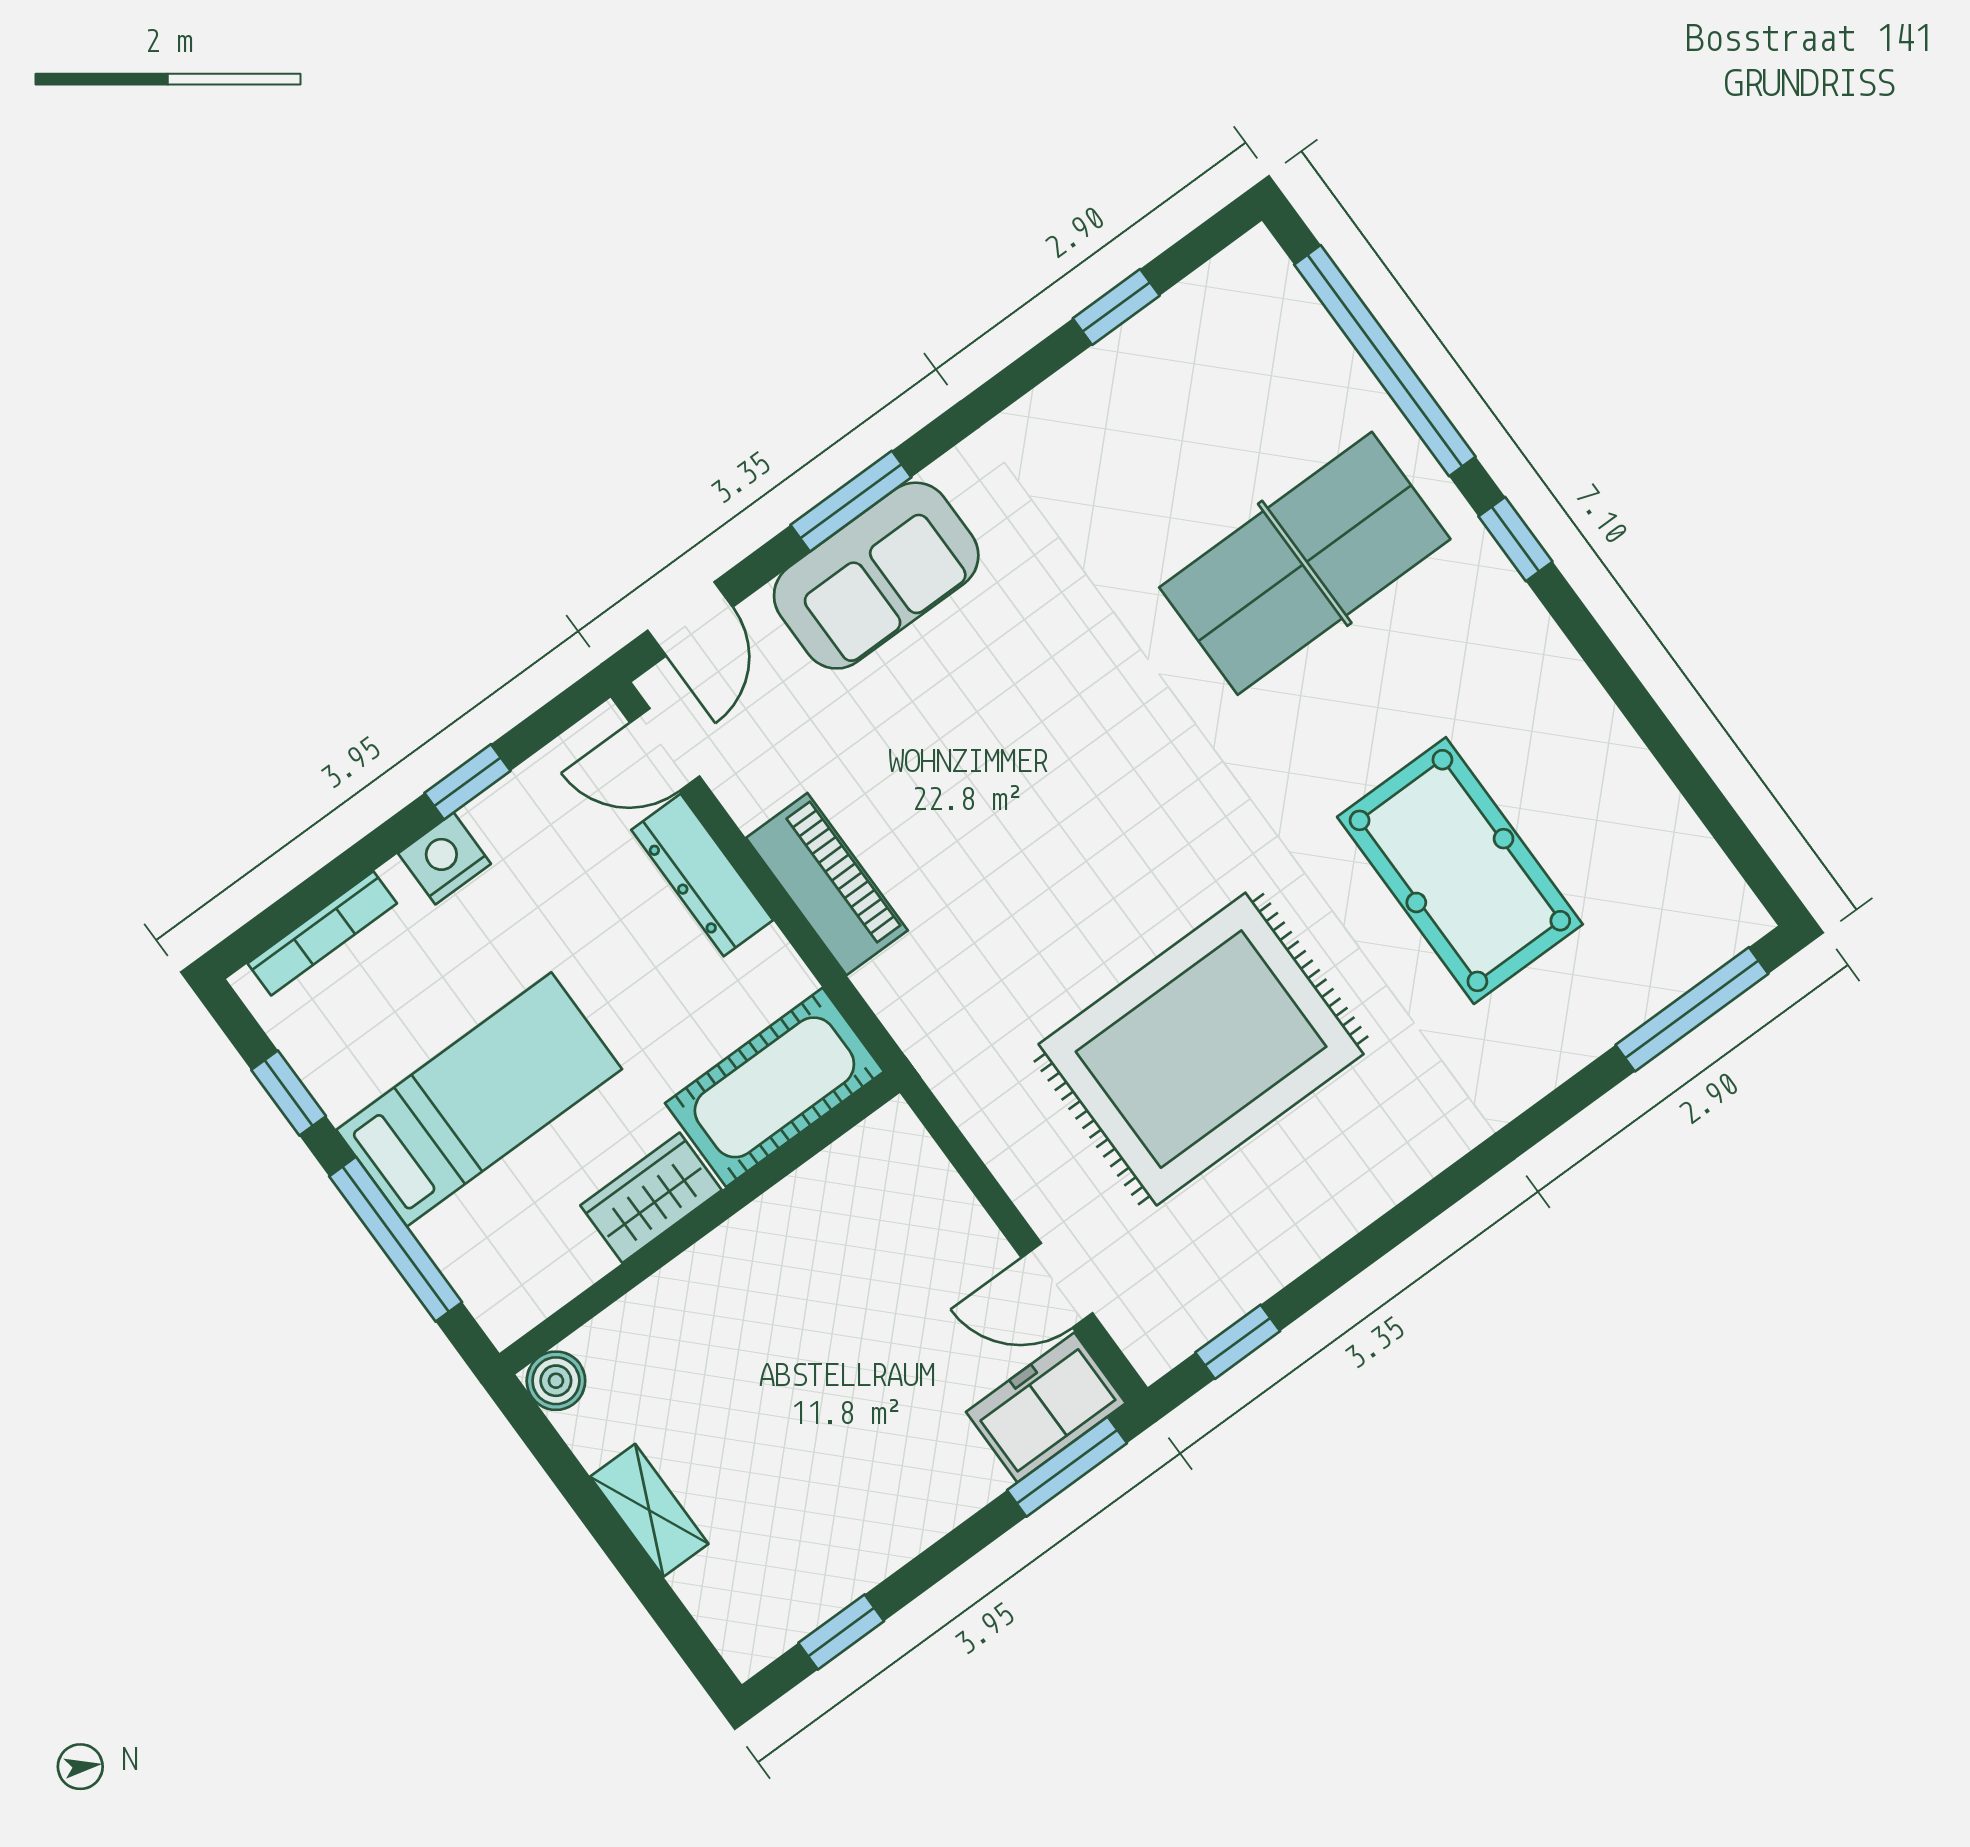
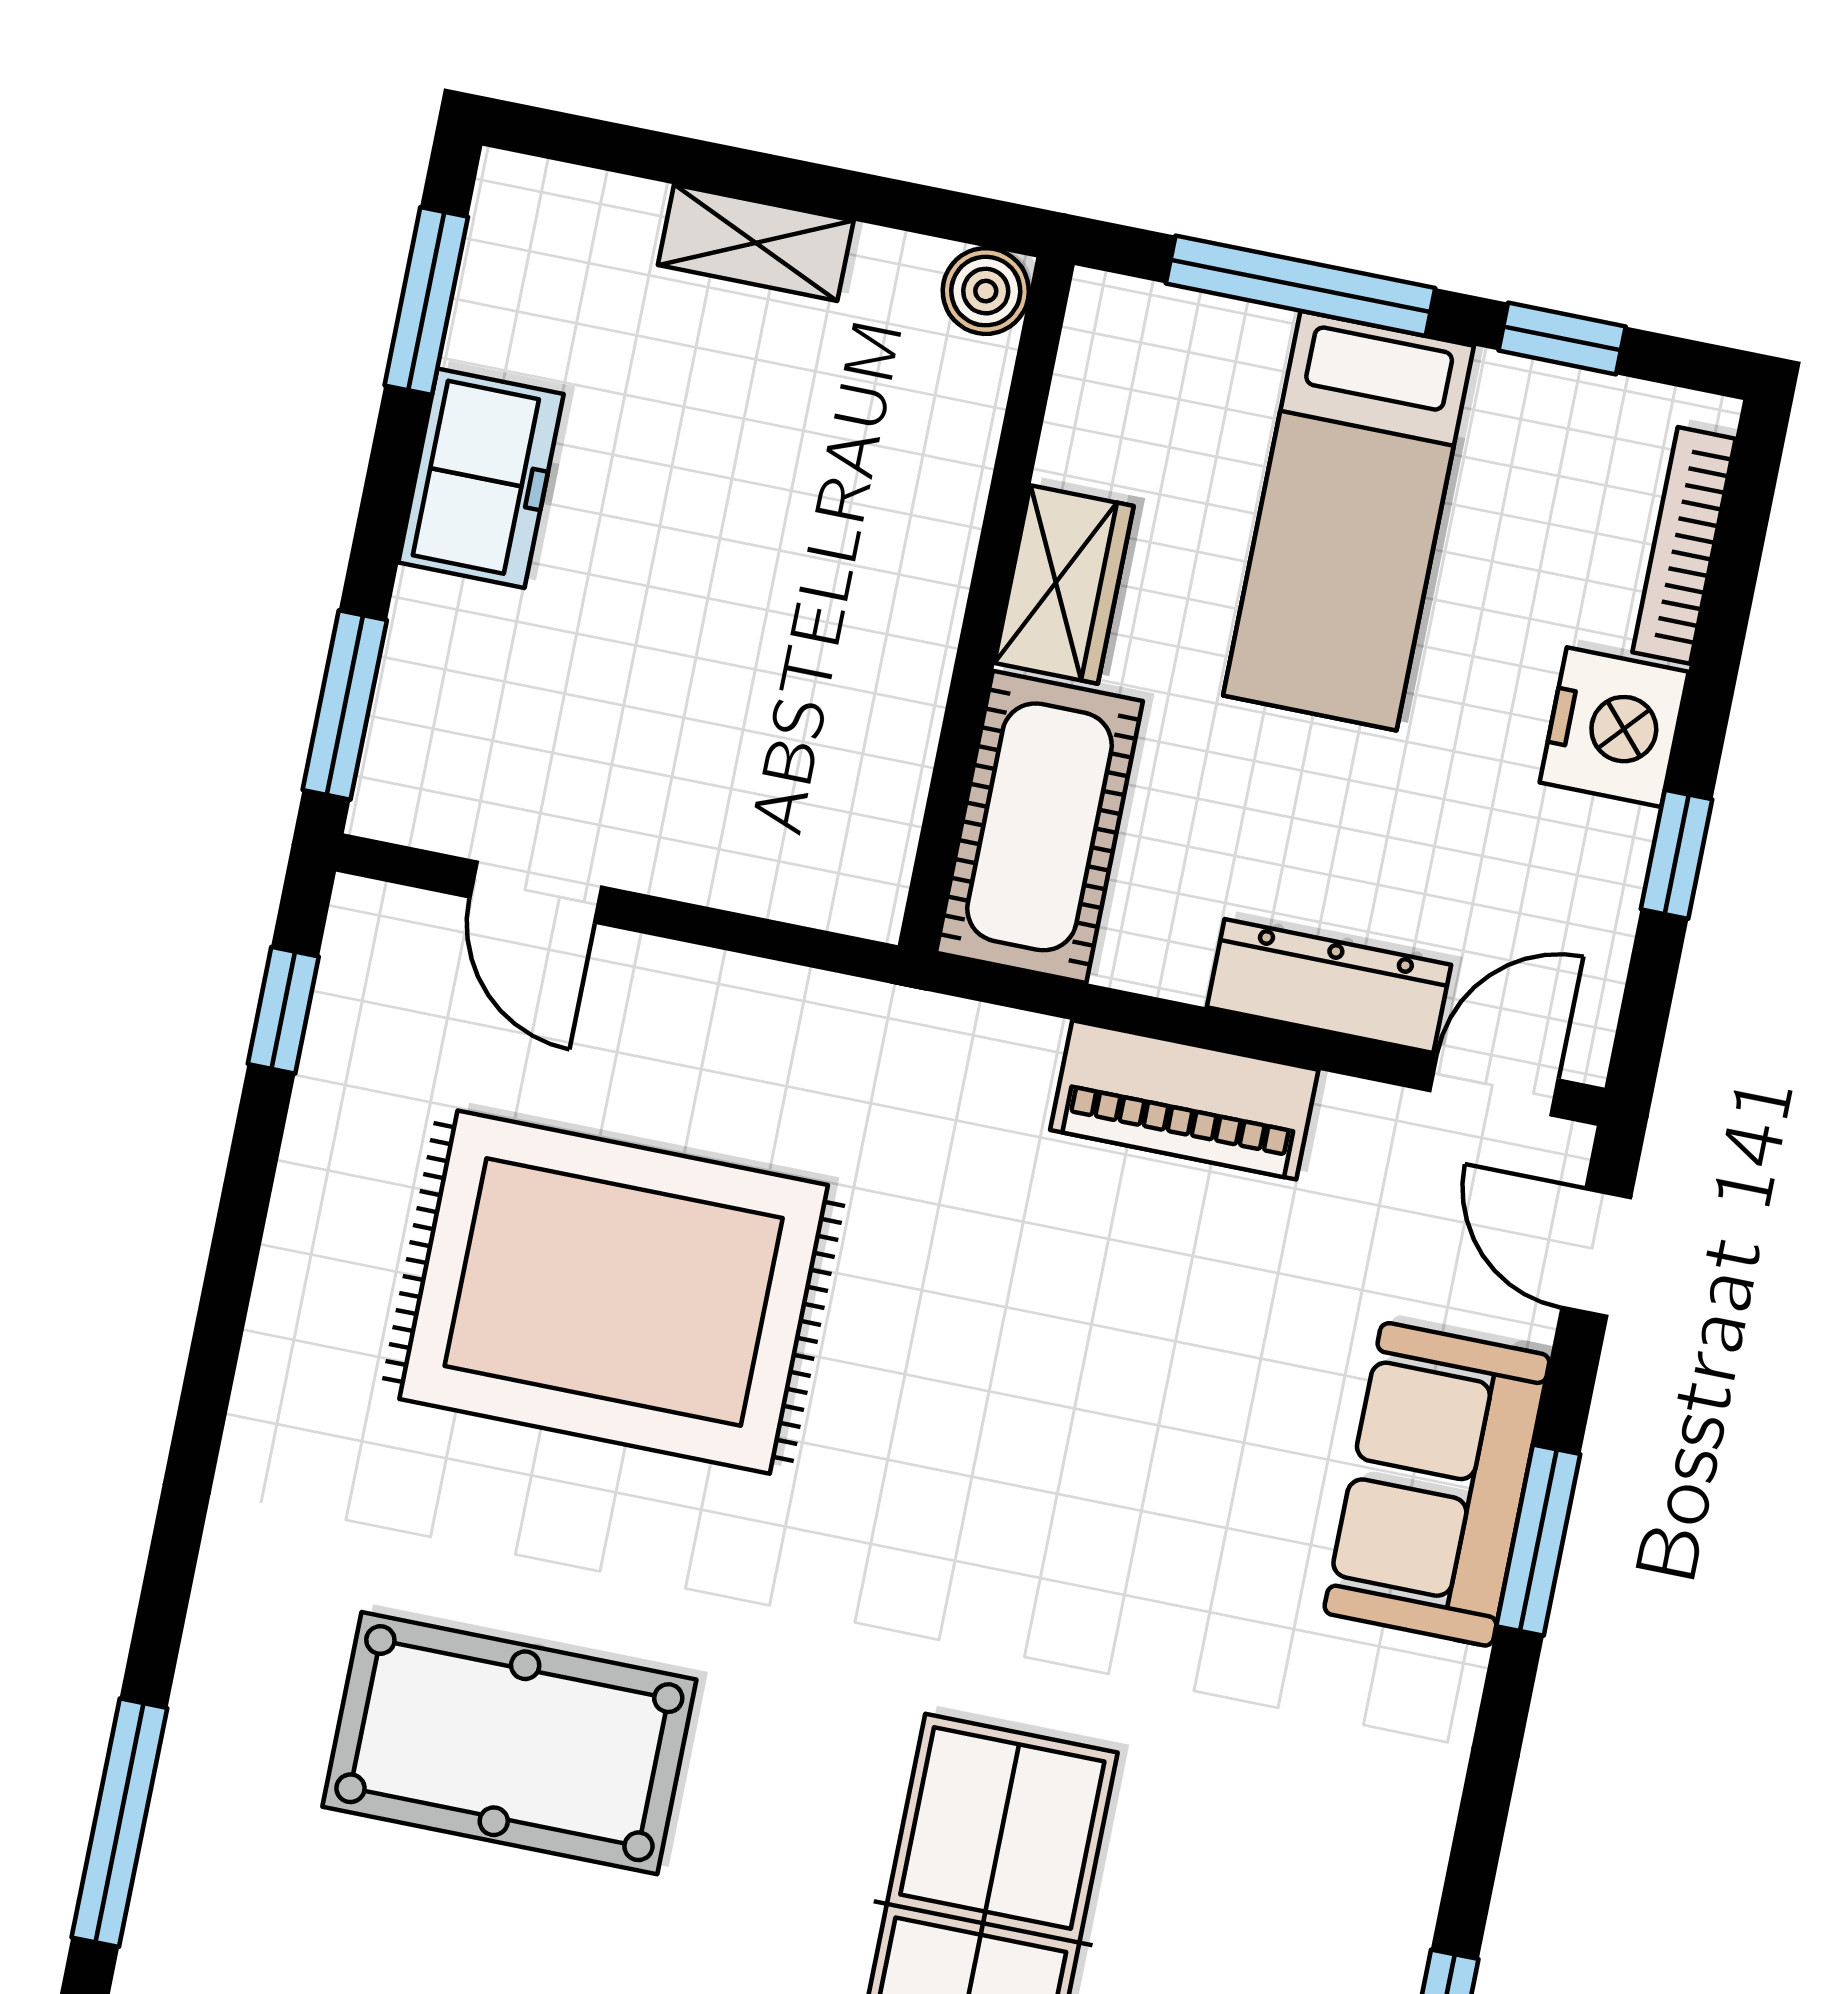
nightstand: (444, 859) -> (1614, 727), width x1.36, depth x1.33
rug: (1201, 1049) -> (614, 1292), turned 90
door: (1057, 1285) -> (536, 892), swing flipped
freezer: (1046, 1407) -> (481, 478), moved
window: (841, 1632) -> (426, 301), width x1.50

